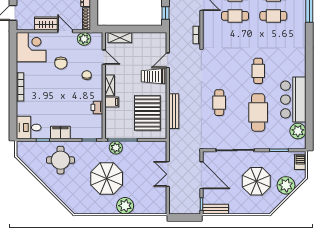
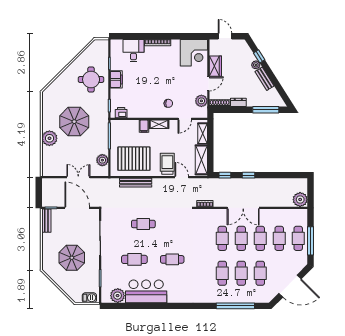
shelving: (149, 39) -> (201, 160), added
chair: (61, 63) -> (179, 80), removed
printer: (97, 107) -> (121, 113), moved
cafe table: (258, 112) -> (134, 259), width x0.73, depth x0.74
desk: (29, 127) -> (133, 50), moved
plant: (116, 148) -> (102, 160), moved
door: (201, 175) -> (77, 208), swing flipped
plant: (286, 185) -> (68, 285), removed

